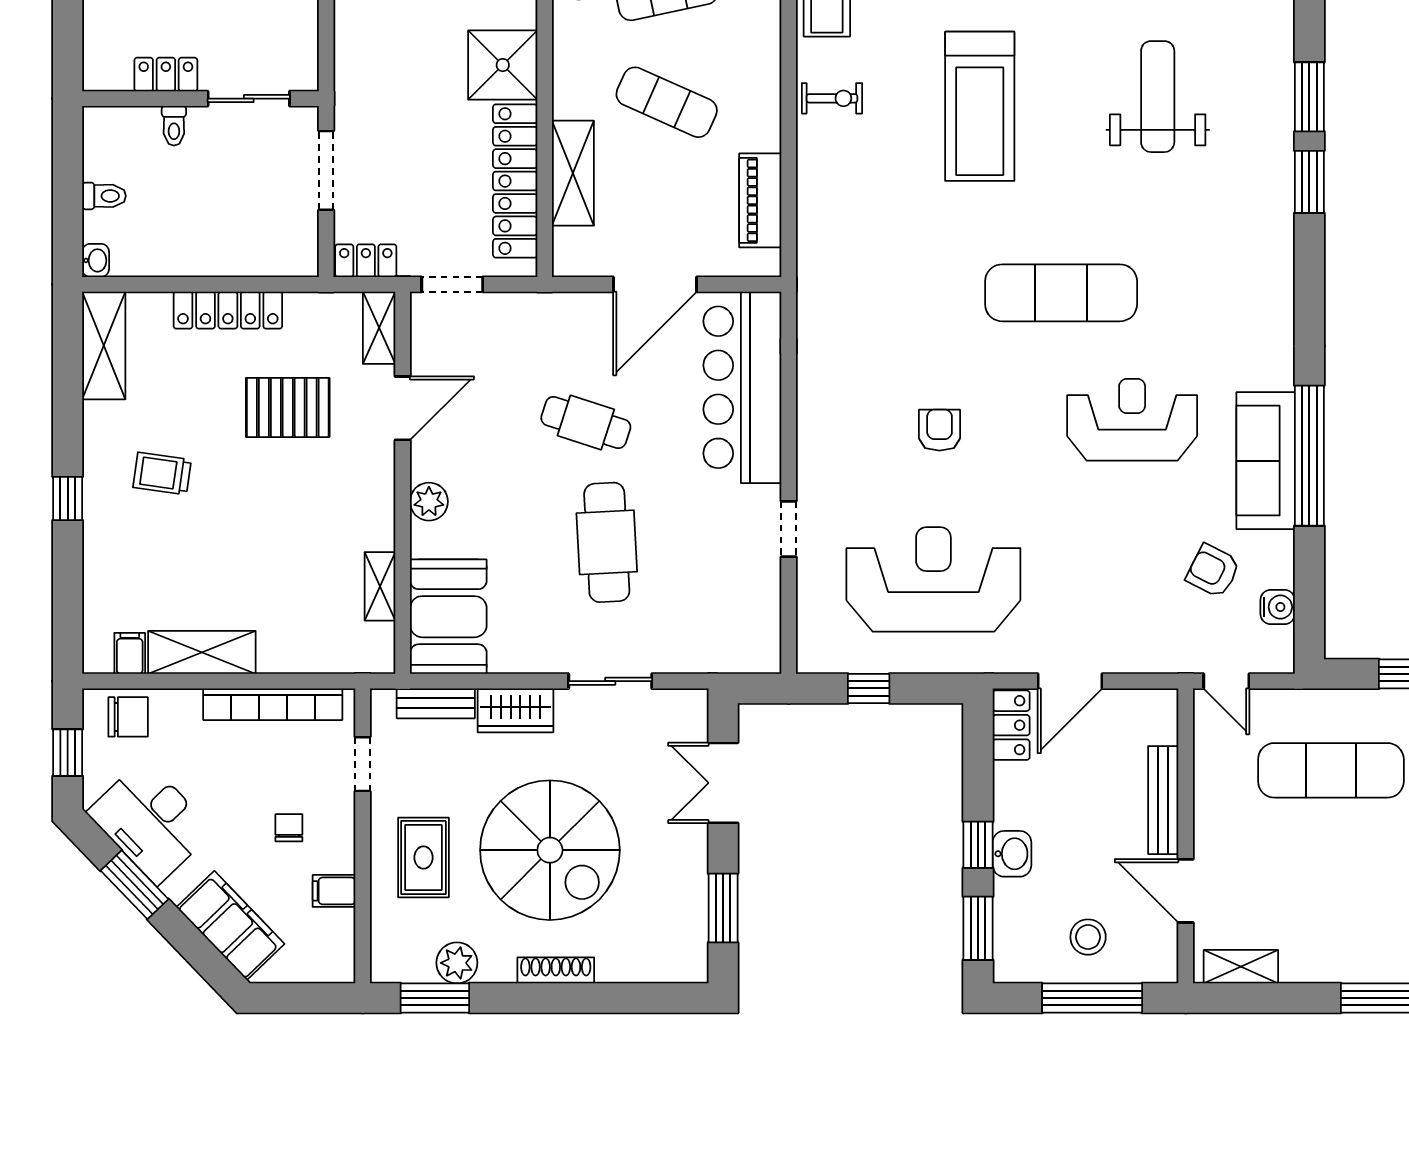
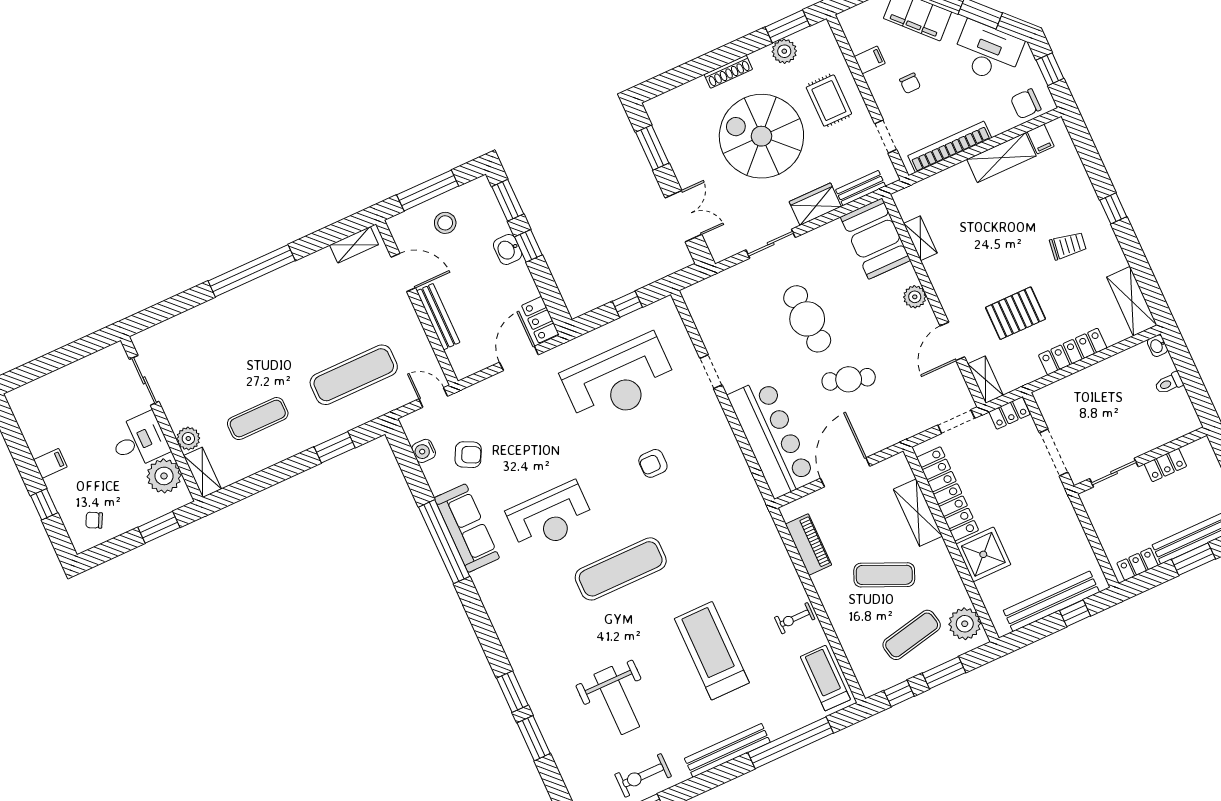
toilet: (174, 126) -> (1148, 439), removed
armchair: (940, 430) -> (653, 463), turned 90

